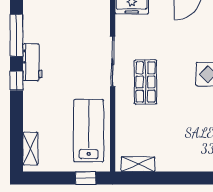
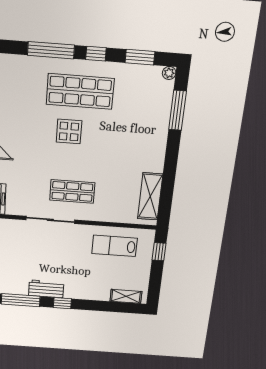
lab bench: (89, 131) -> (115, 246), width x0.73, depth x0.72
shelving: (138, 164) -> (150, 196), width x1.50, depth x1.33

